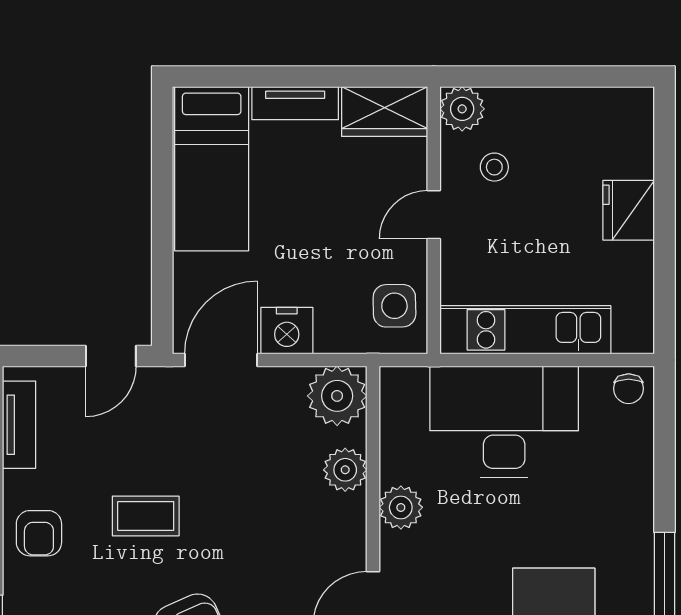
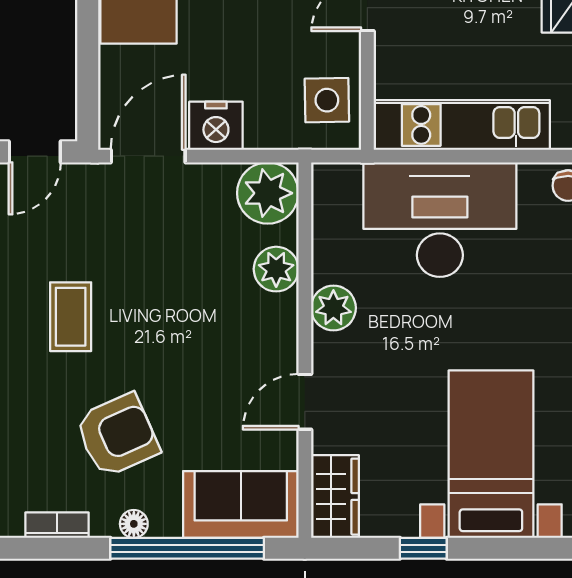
coffee table: (146, 516) -> (71, 317), turned 90

